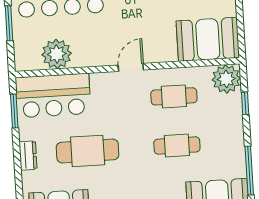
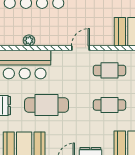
plant: (57, 54) -> (29, 41), width x0.53, depth x0.53

